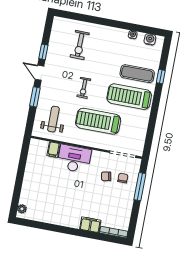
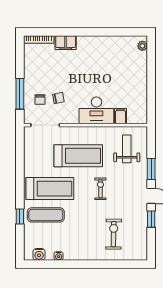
weight bench: (53, 119) -> (127, 149), turned 180

